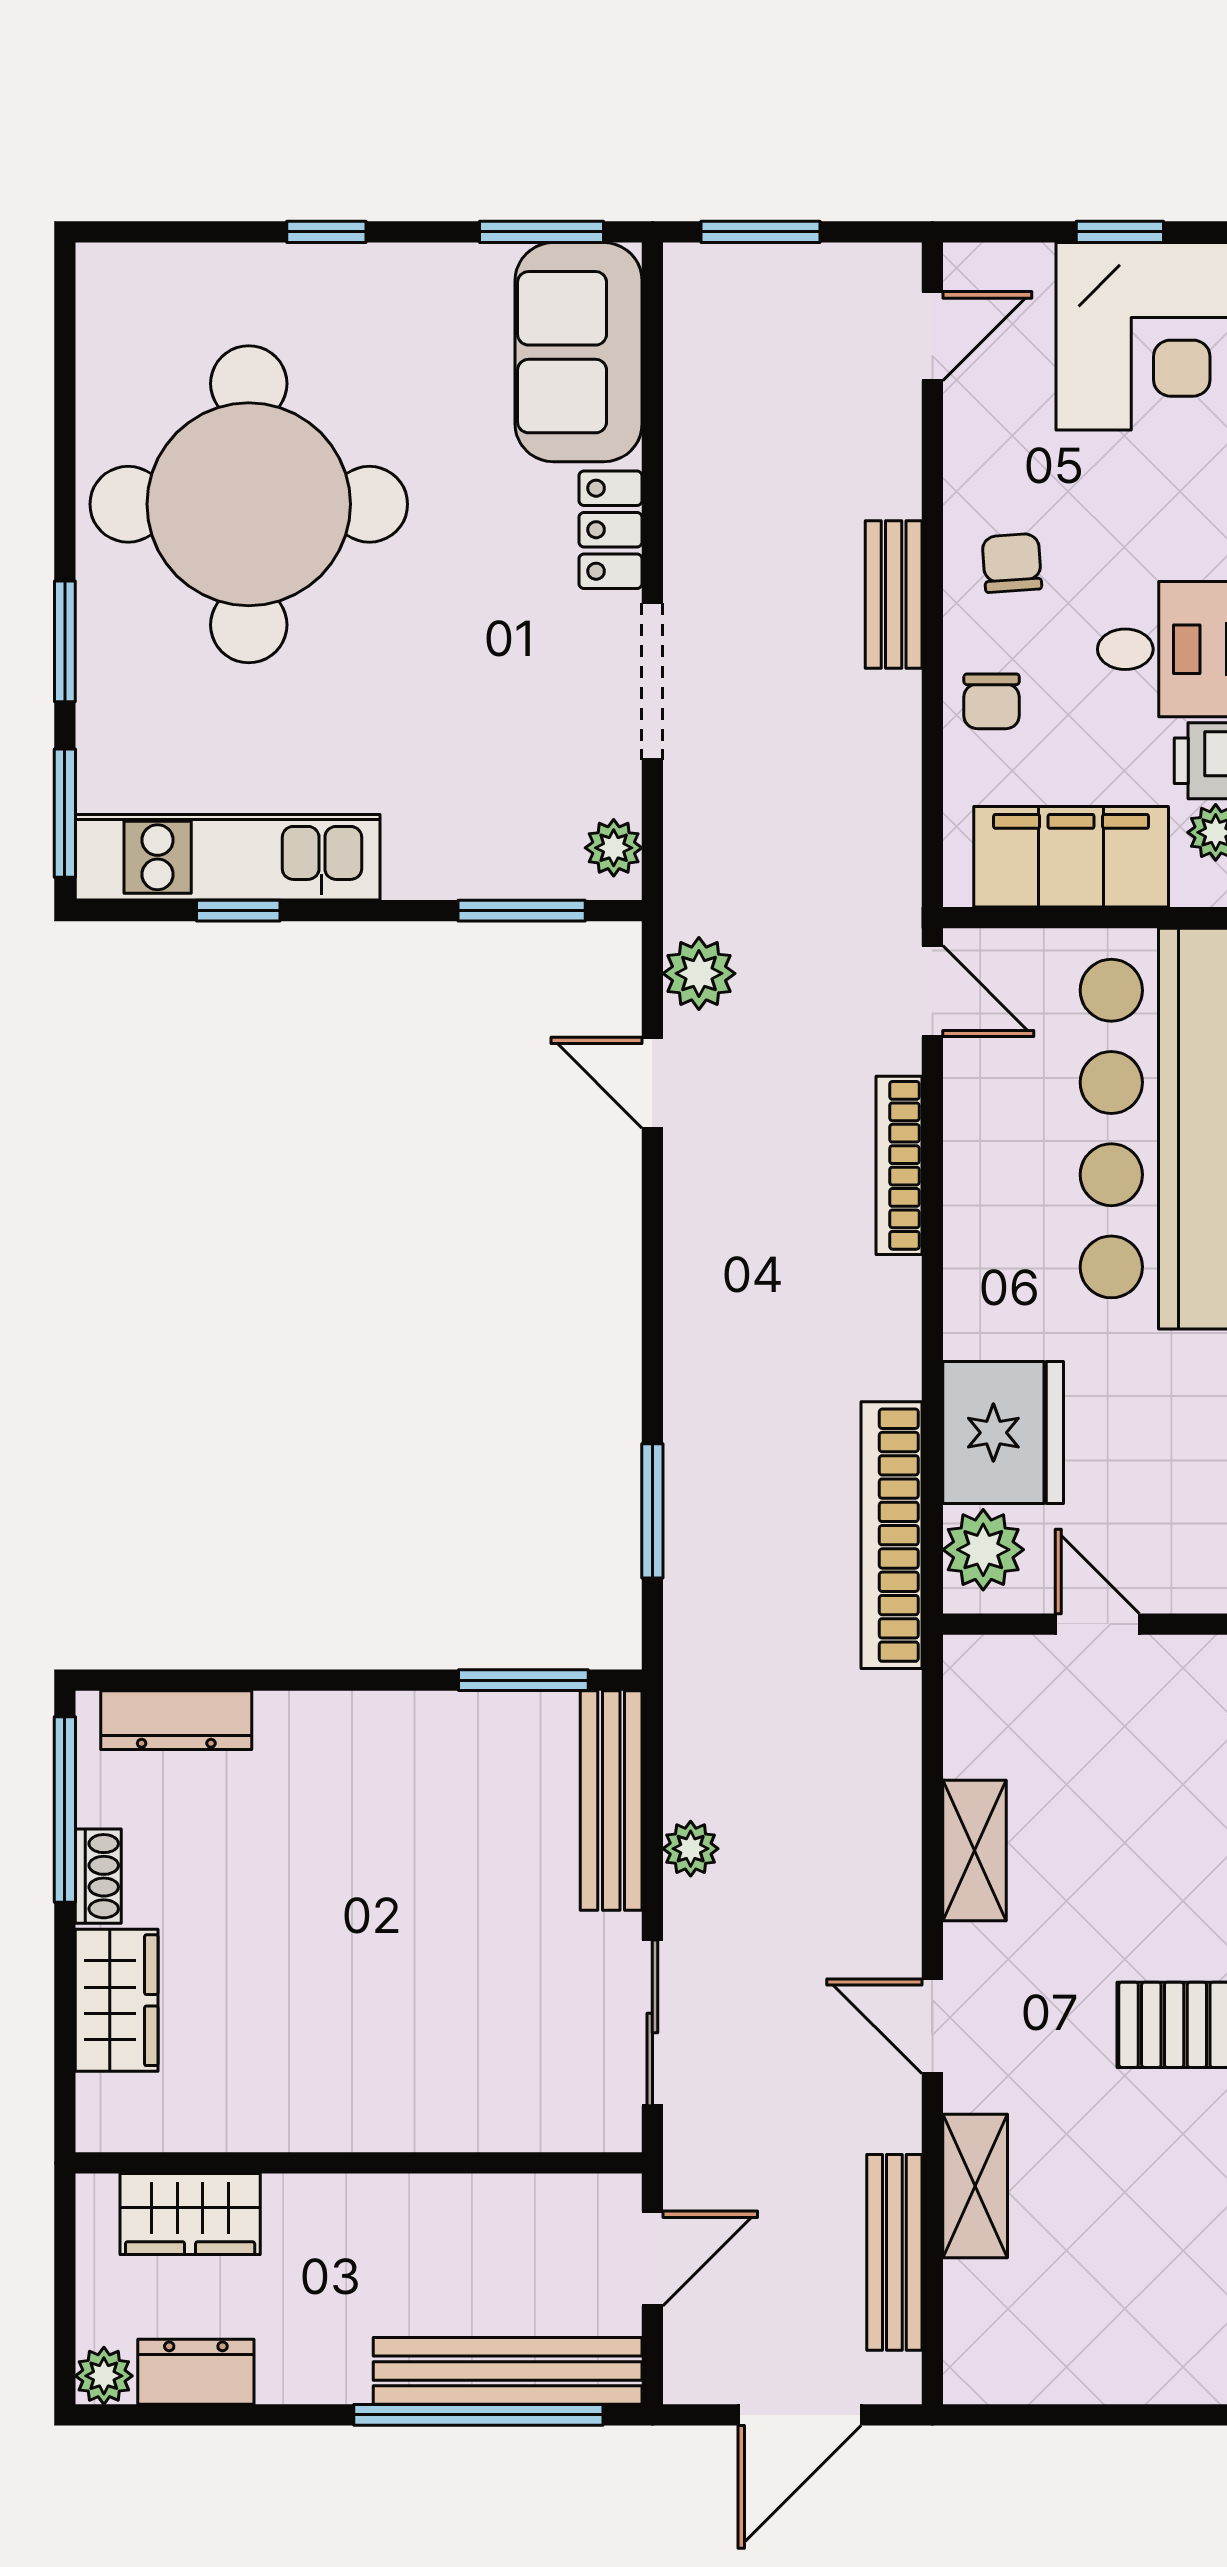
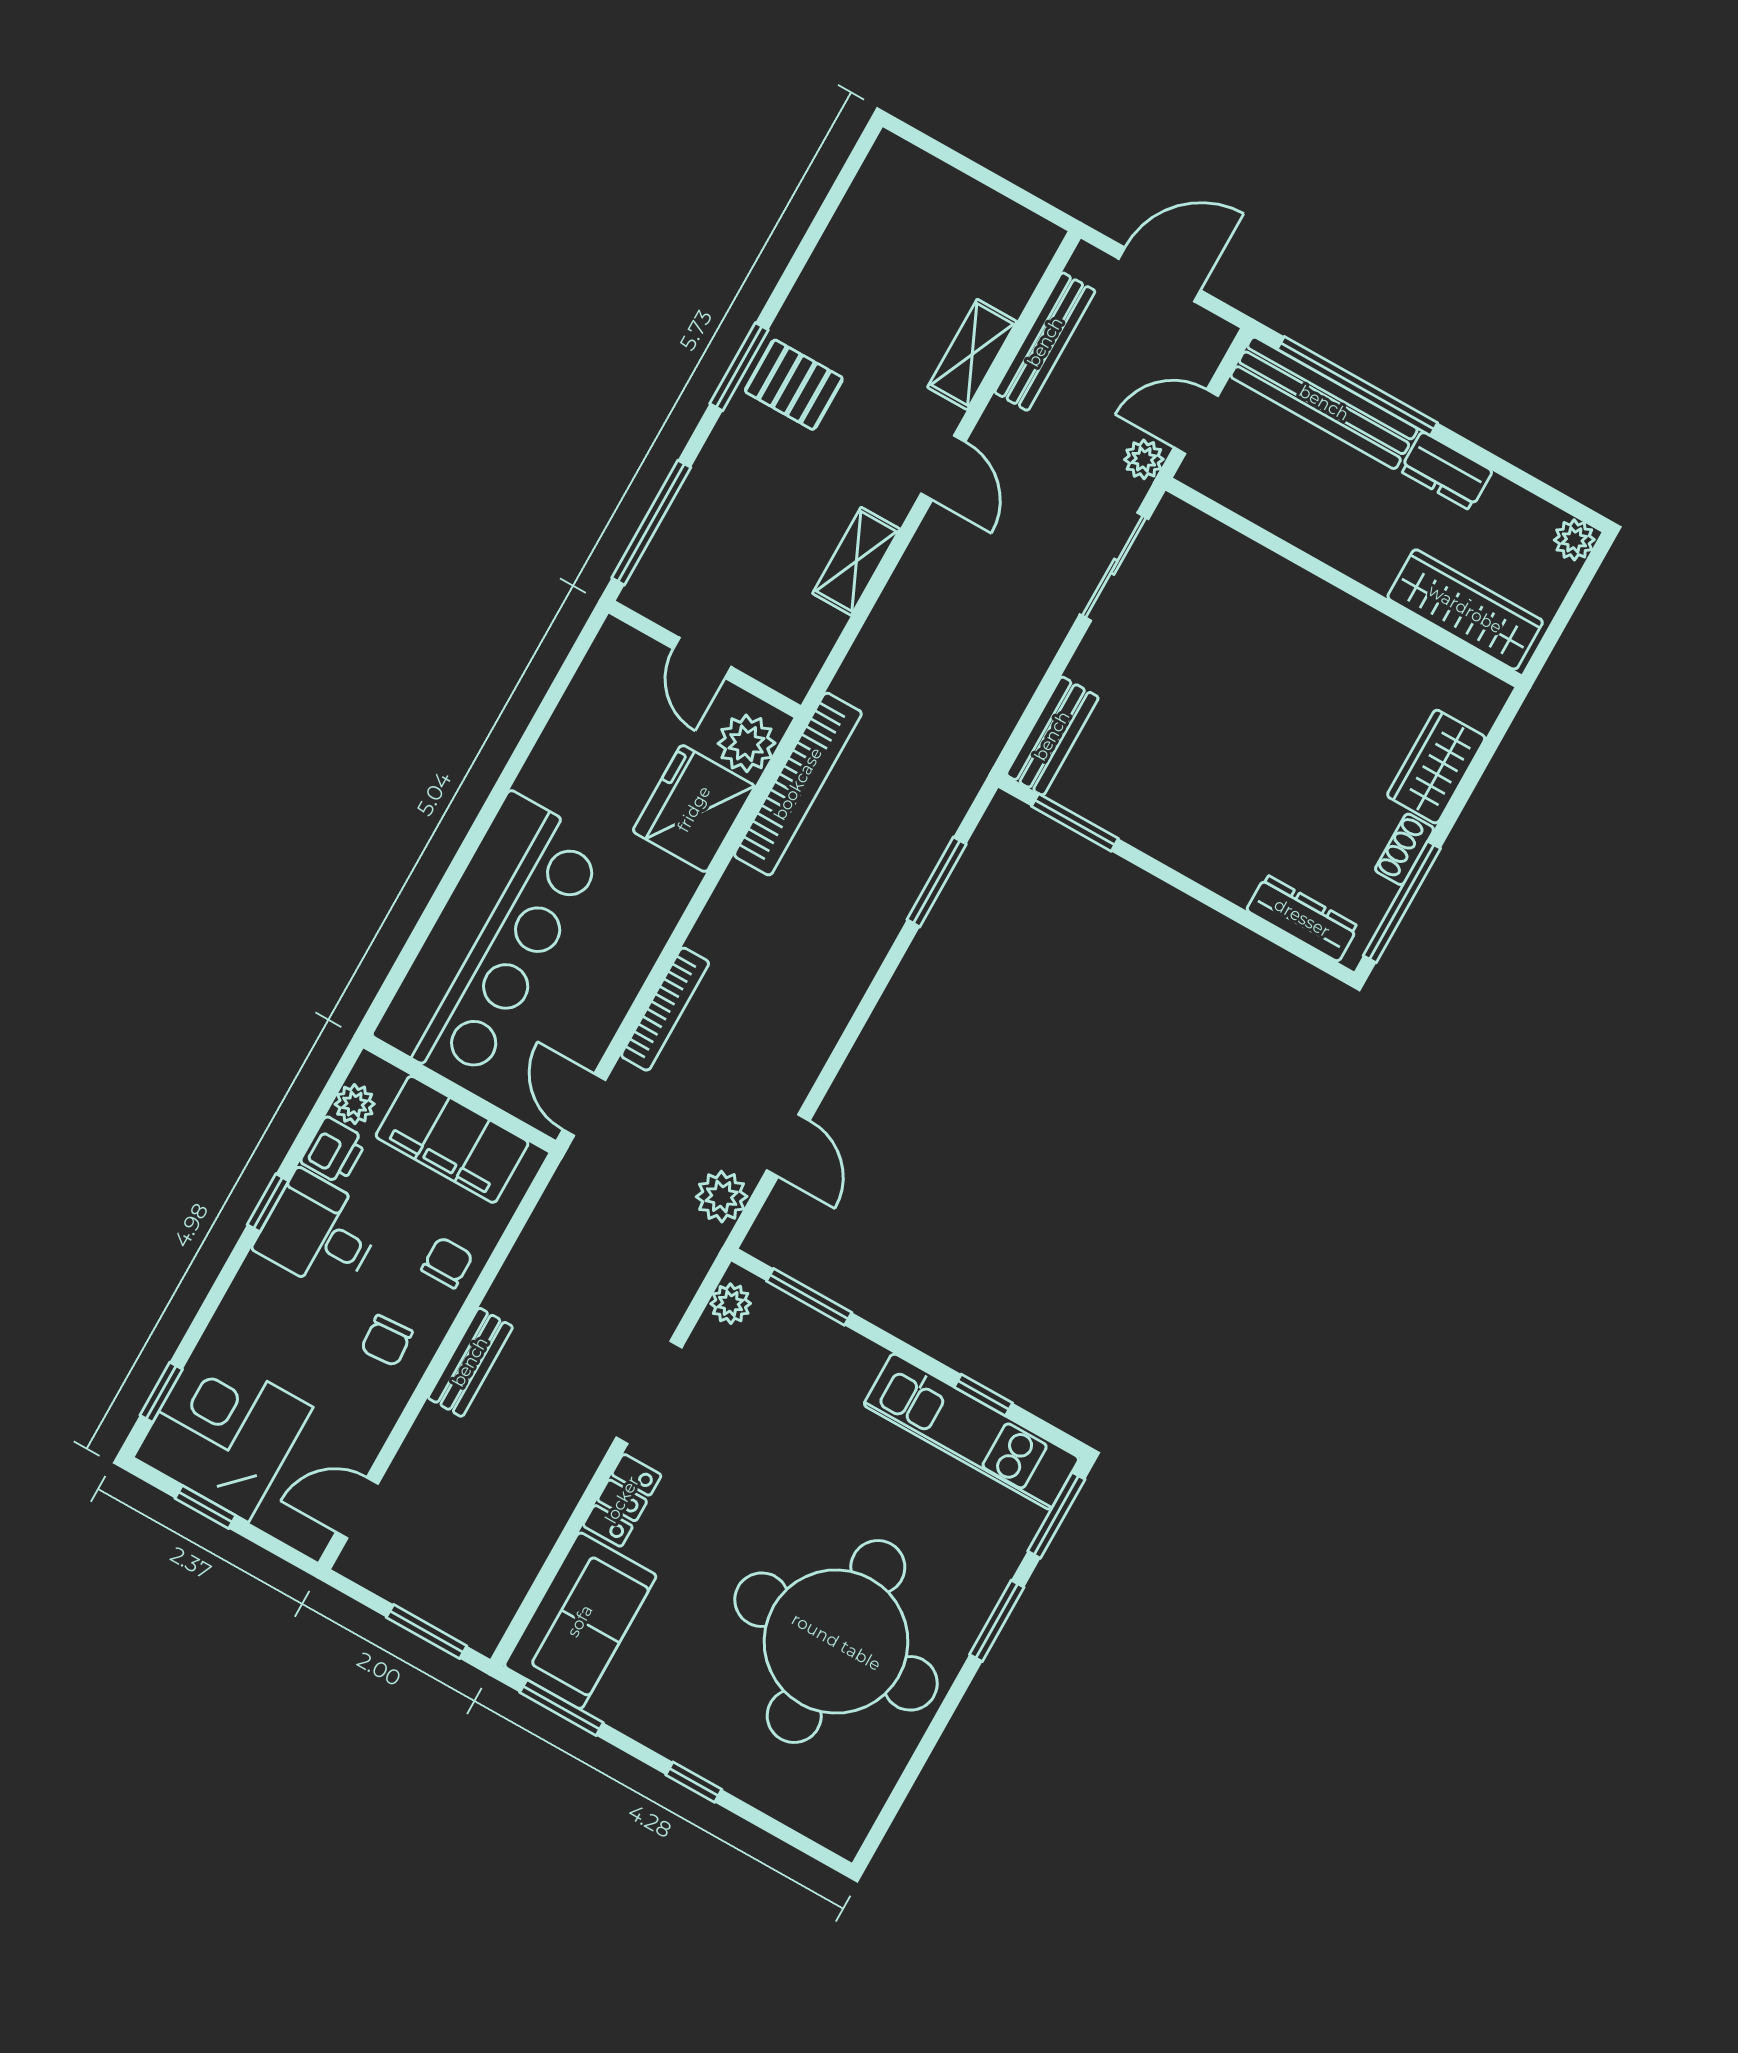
bench: (611, 1801) -> (1052, 736), width x0.73
plant: (691, 1849) -> (1144, 459), moved
wardrobe: (190, 2214) -> (1465, 609), width x1.50
dresser: (196, 2372) -> (1446, 471), moved

